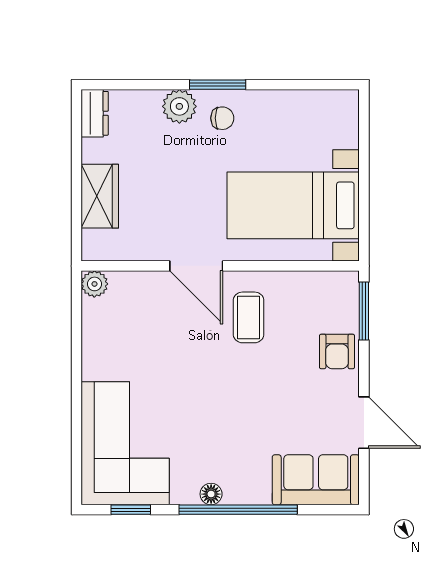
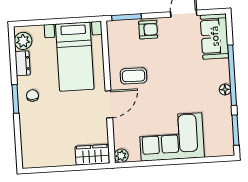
plant: (179, 106) -> (23, 41), moved
dresser: (95, 113) -> (23, 63), moved, turned 90
wardrobe: (100, 196) -> (92, 155), moved
corner sofa: (125, 443) -> (172, 137), moved
window: (131, 510) -> (235, 130), width x1.50

